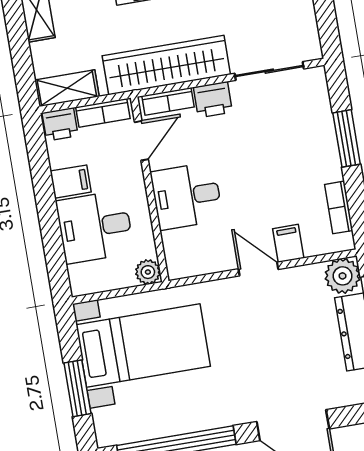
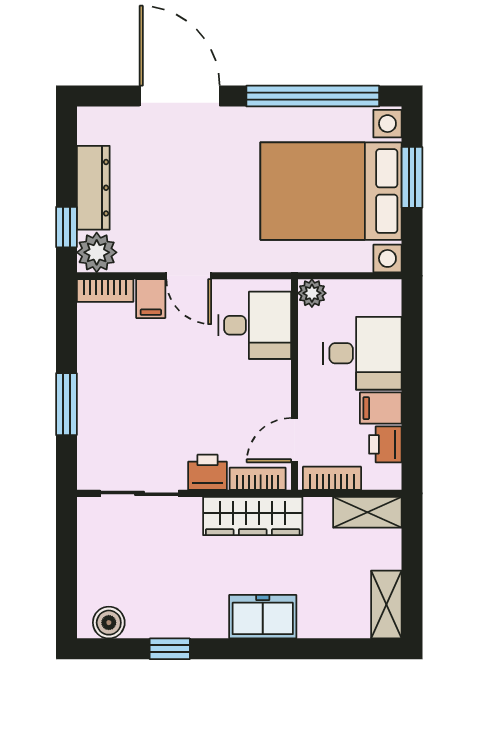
wardrobe: (166, 65) -> (253, 516), width x0.71, depth x0.85
printer: (60, 124) -> (385, 444), moved, turned -90
desk: (187, 196) -> (255, 325), moved
bookcase: (339, 207) -> (105, 291), moved, turned 90
bed with nightstands: (143, 345) -> (331, 191), width x1.36

